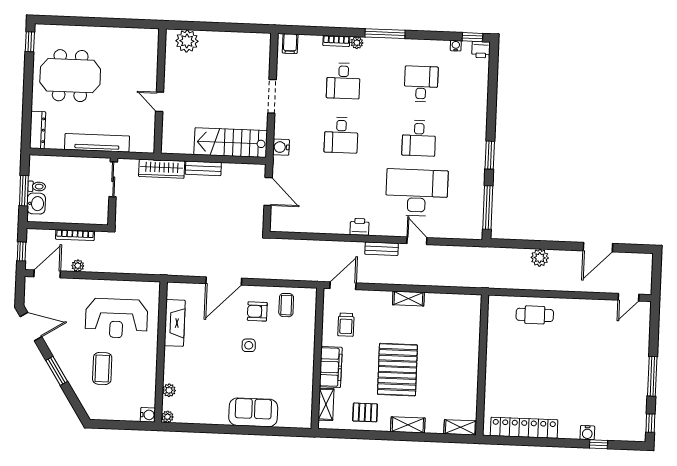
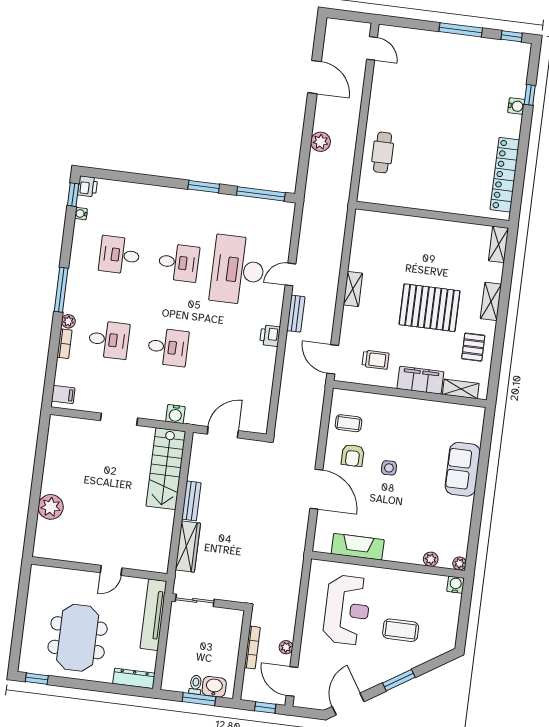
wall: (160, 91) -> (99, 569), moved
door: (160, 102) -> (111, 570), moved

